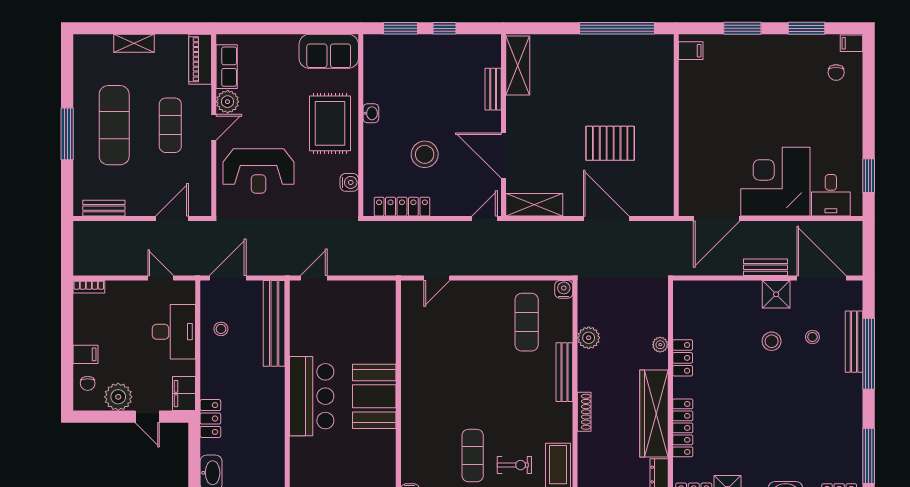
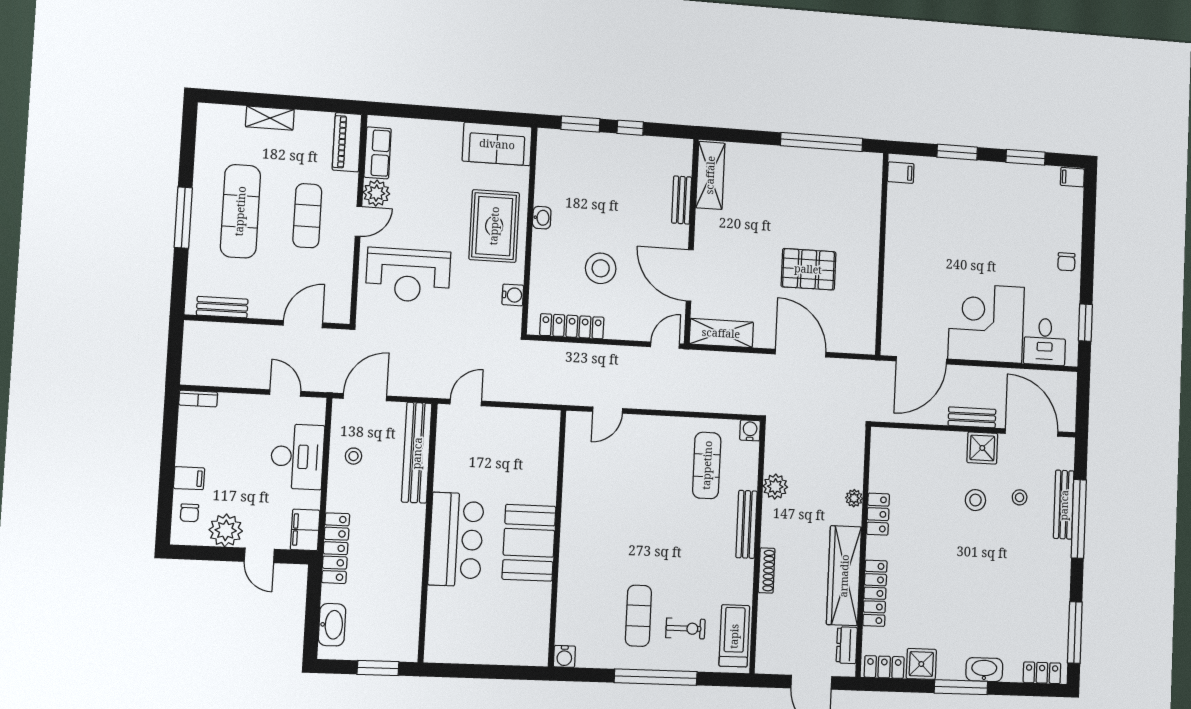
chair: (836, 72) -> (1066, 262), moved
locker: (210, 418) -> (336, 548), width x1.53

